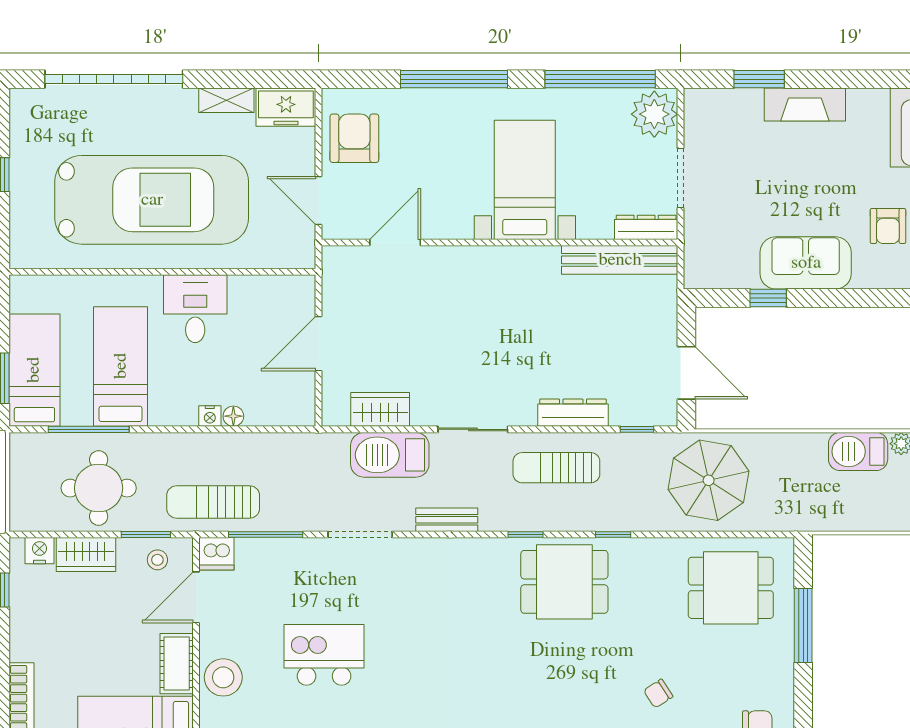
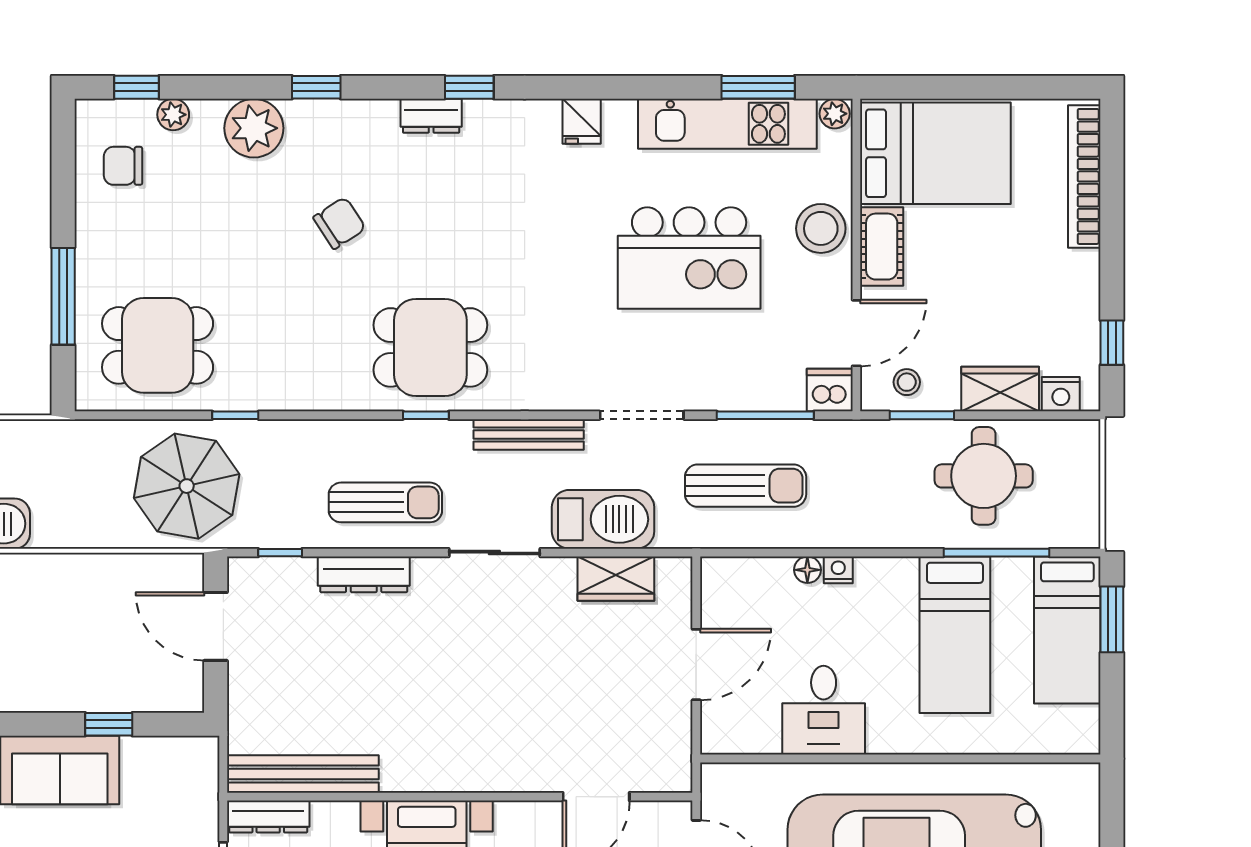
desk: (195, 309) -> (824, 710), moved
sun lounger: (213, 502) -> (746, 486), moved
bench: (447, 520) -> (529, 434), width x1.36
window: (613, 534) -> (235, 415), moved
dining table: (564, 582) -> (430, 347), moved
kitchen island: (324, 655) -> (689, 258), width x1.37, depth x1.28
chair: (658, 694) -> (339, 223), moved, width x1.37, depth x1.37

